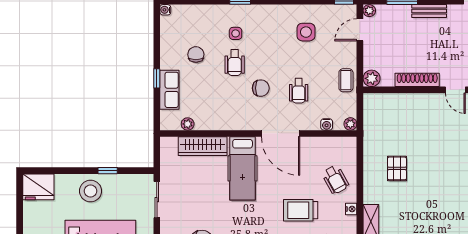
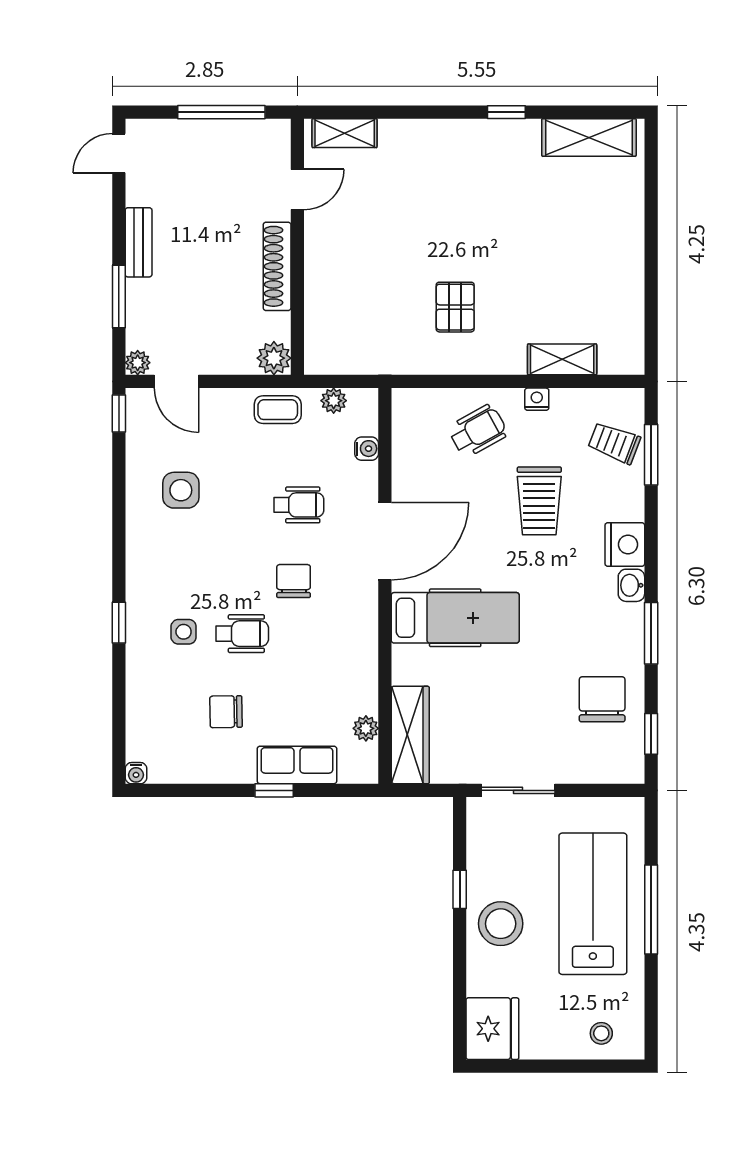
plant: (350, 124) -> (334, 401), moved
wardrobe: (203, 146) -> (410, 735), moved
pallet: (397, 168) -> (455, 307), turned 90

